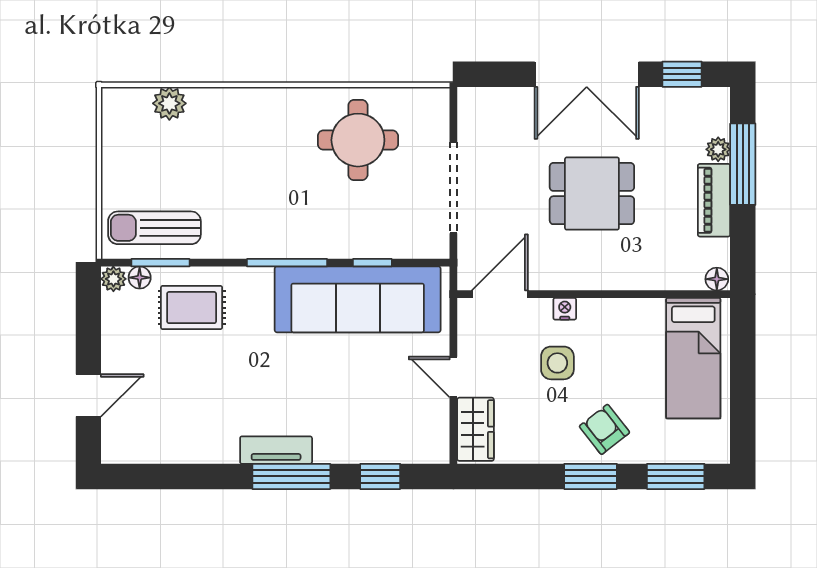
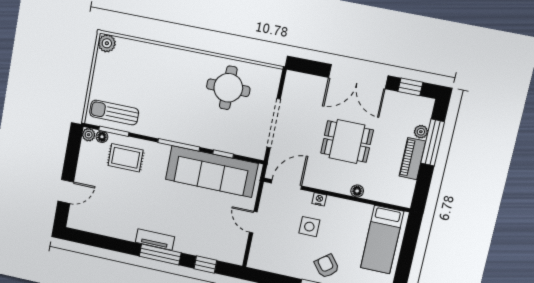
plant: (169, 103) -> (107, 43), moved
floor lamp: (717, 279) -> (357, 191), moved
wardrobe: (476, 429) -> (259, 251), removed

